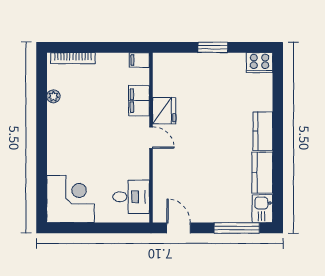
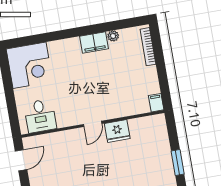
filing cabinet: (139, 101) -> (94, 42), moved, turned 180

